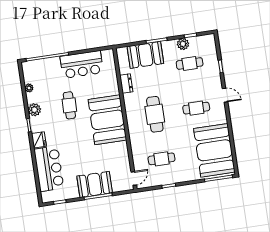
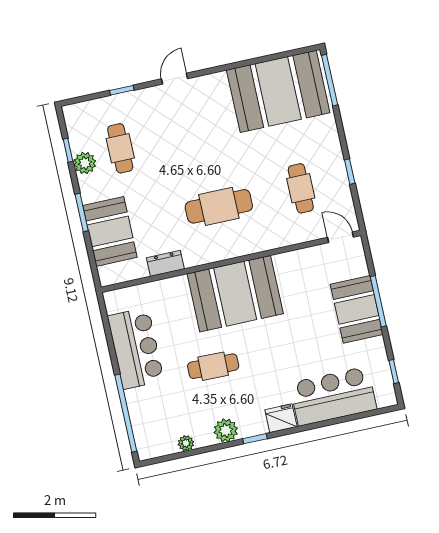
cafe table: (196, 108) -> (202, 130), removed

